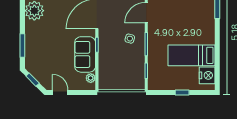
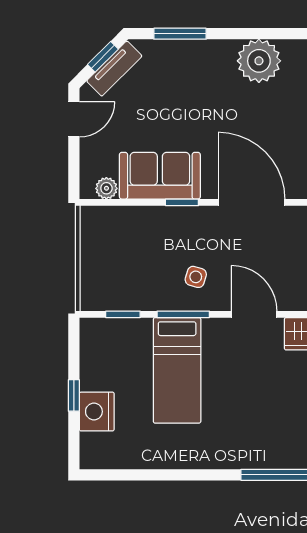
bed: (191, 55) -> (177, 370), moved, turned 180
tv unit: (38, 75) -> (114, 69), added
nightstand: (207, 75) -> (97, 412), moved, turned 90

